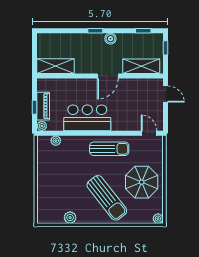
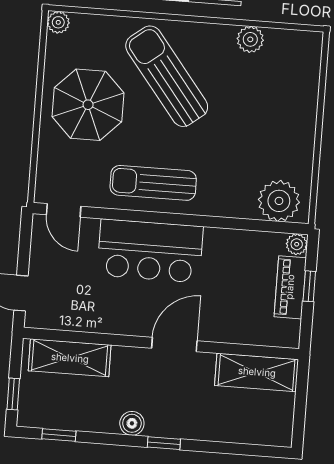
door: (108, 76) -> (174, 344), moved
bar counter: (87, 118) -> (150, 251), moved
plant: (56, 141) -> (279, 201), width x1.87, depth x1.87

